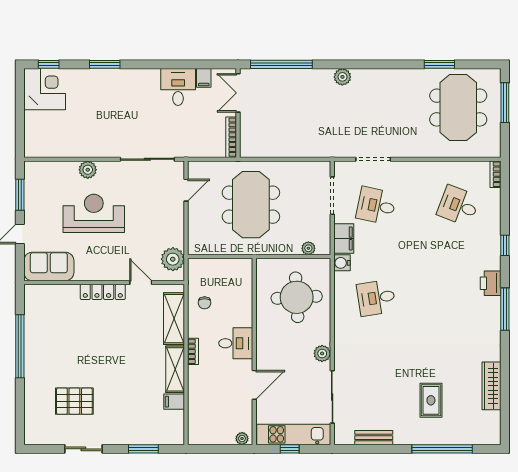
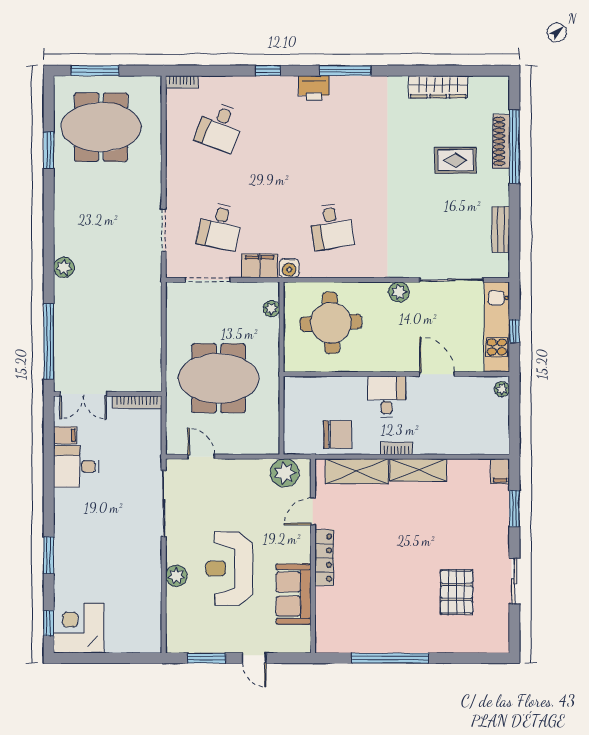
sofa: (49, 266) -> (294, 594), moved
chair: (205, 303) -> (338, 434), width x1.87, depth x1.87
filing cabinet: (174, 402) -> (500, 471), moved
shoe rack: (447, 438) -> (501, 141), added

